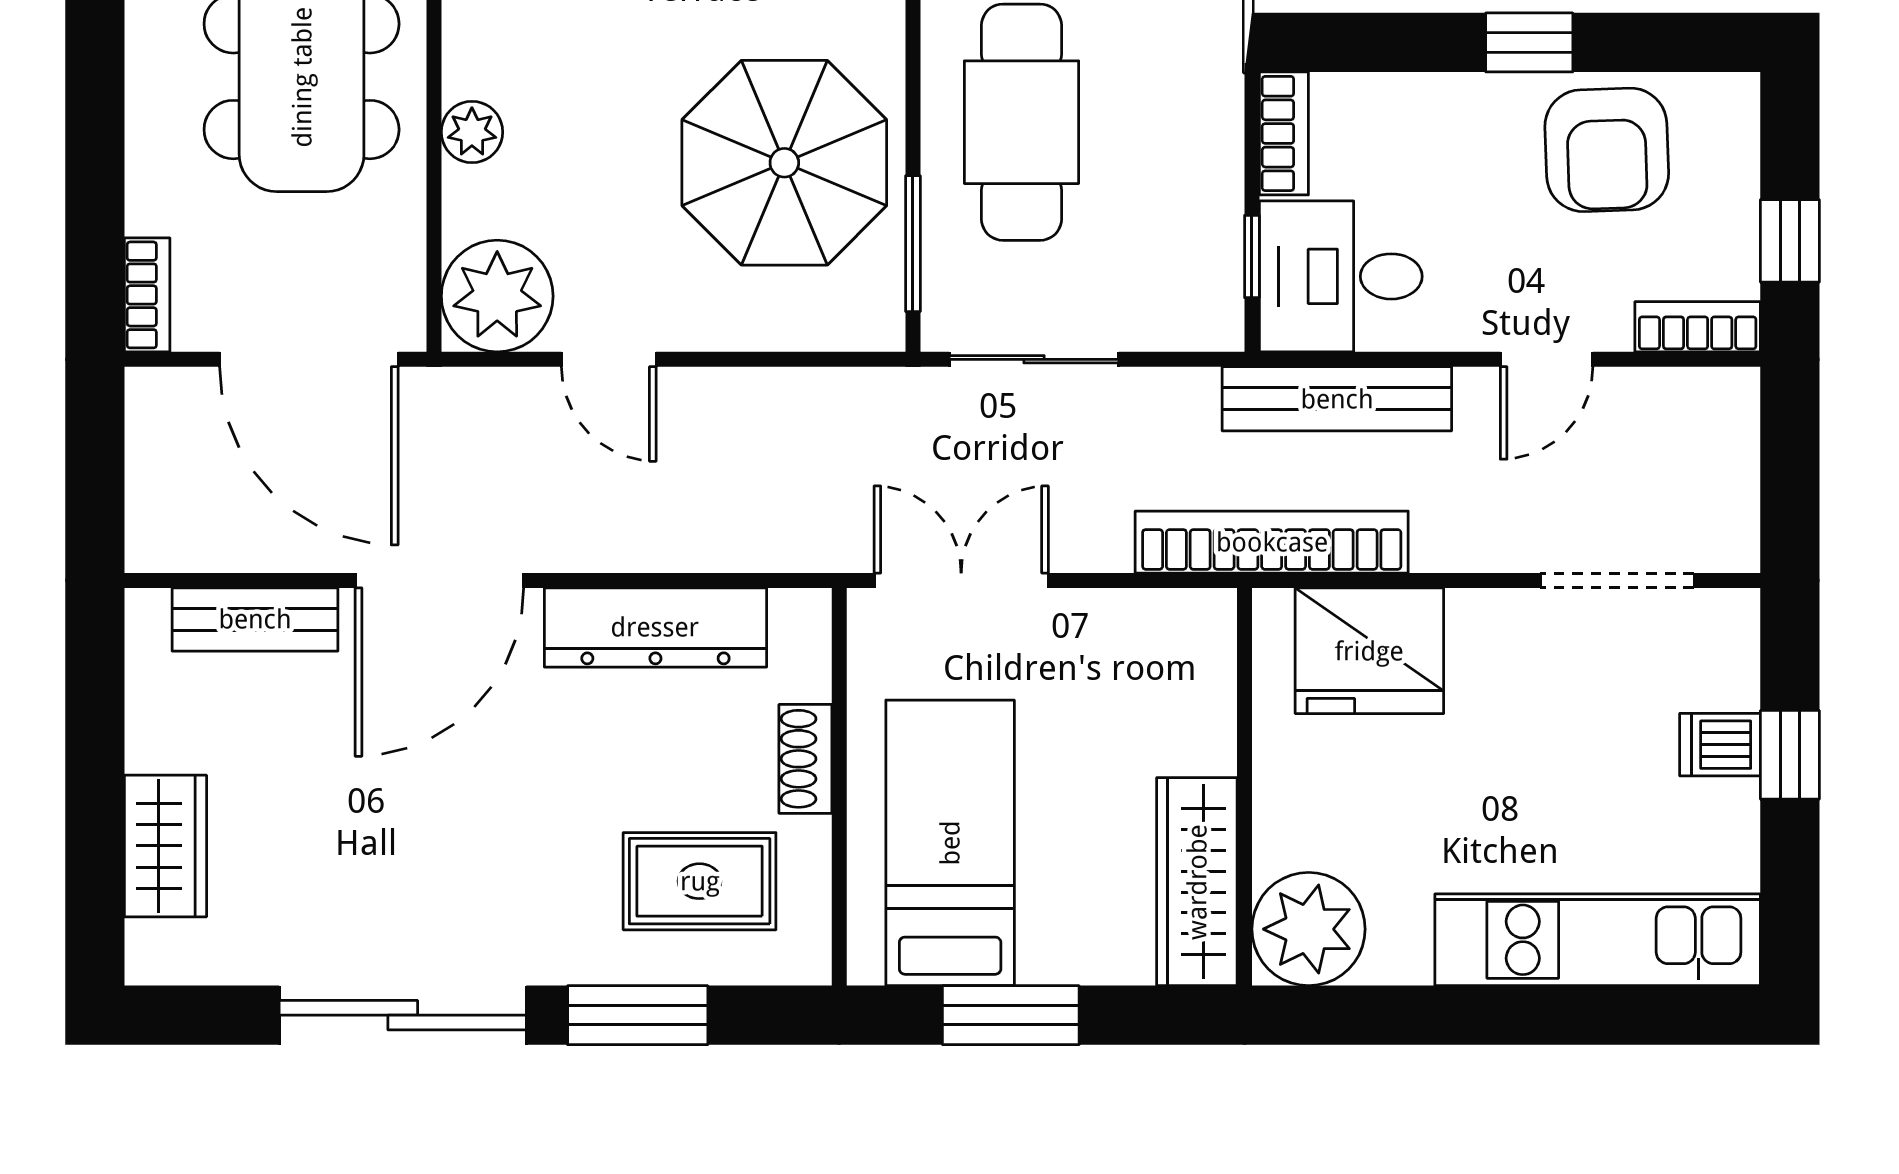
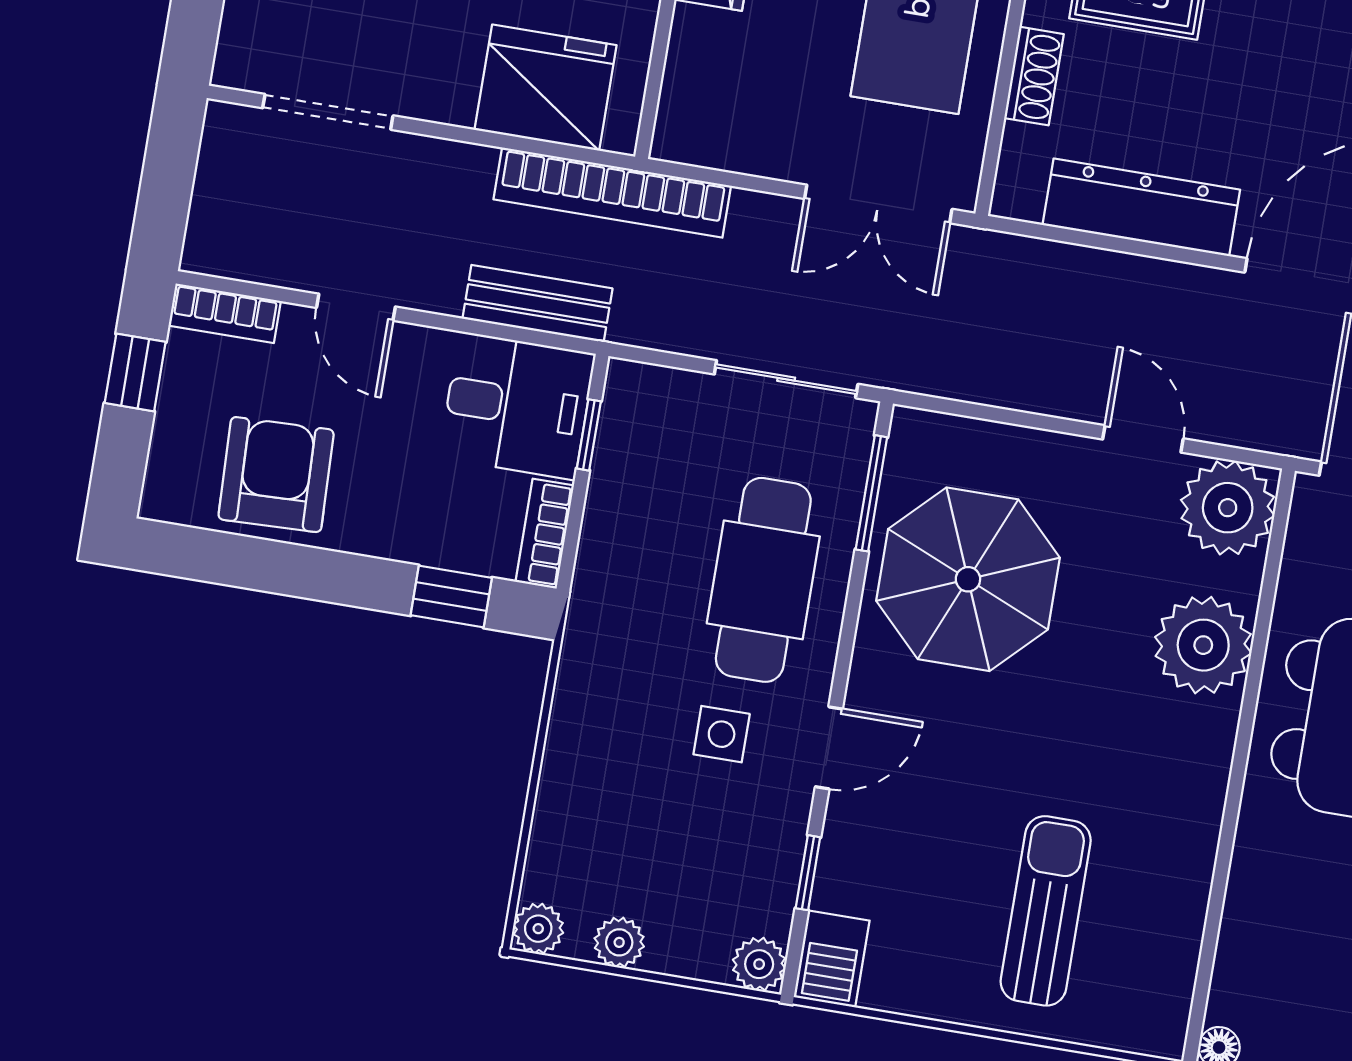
window: (1529, 42) -> (451, 597), moved
plant: (472, 132) -> (1203, 645), width x1.87, depth x1.87
door: (1547, 359) -> (356, 307), swing flipped
bench: (1337, 399) -> (537, 304), width x0.73

